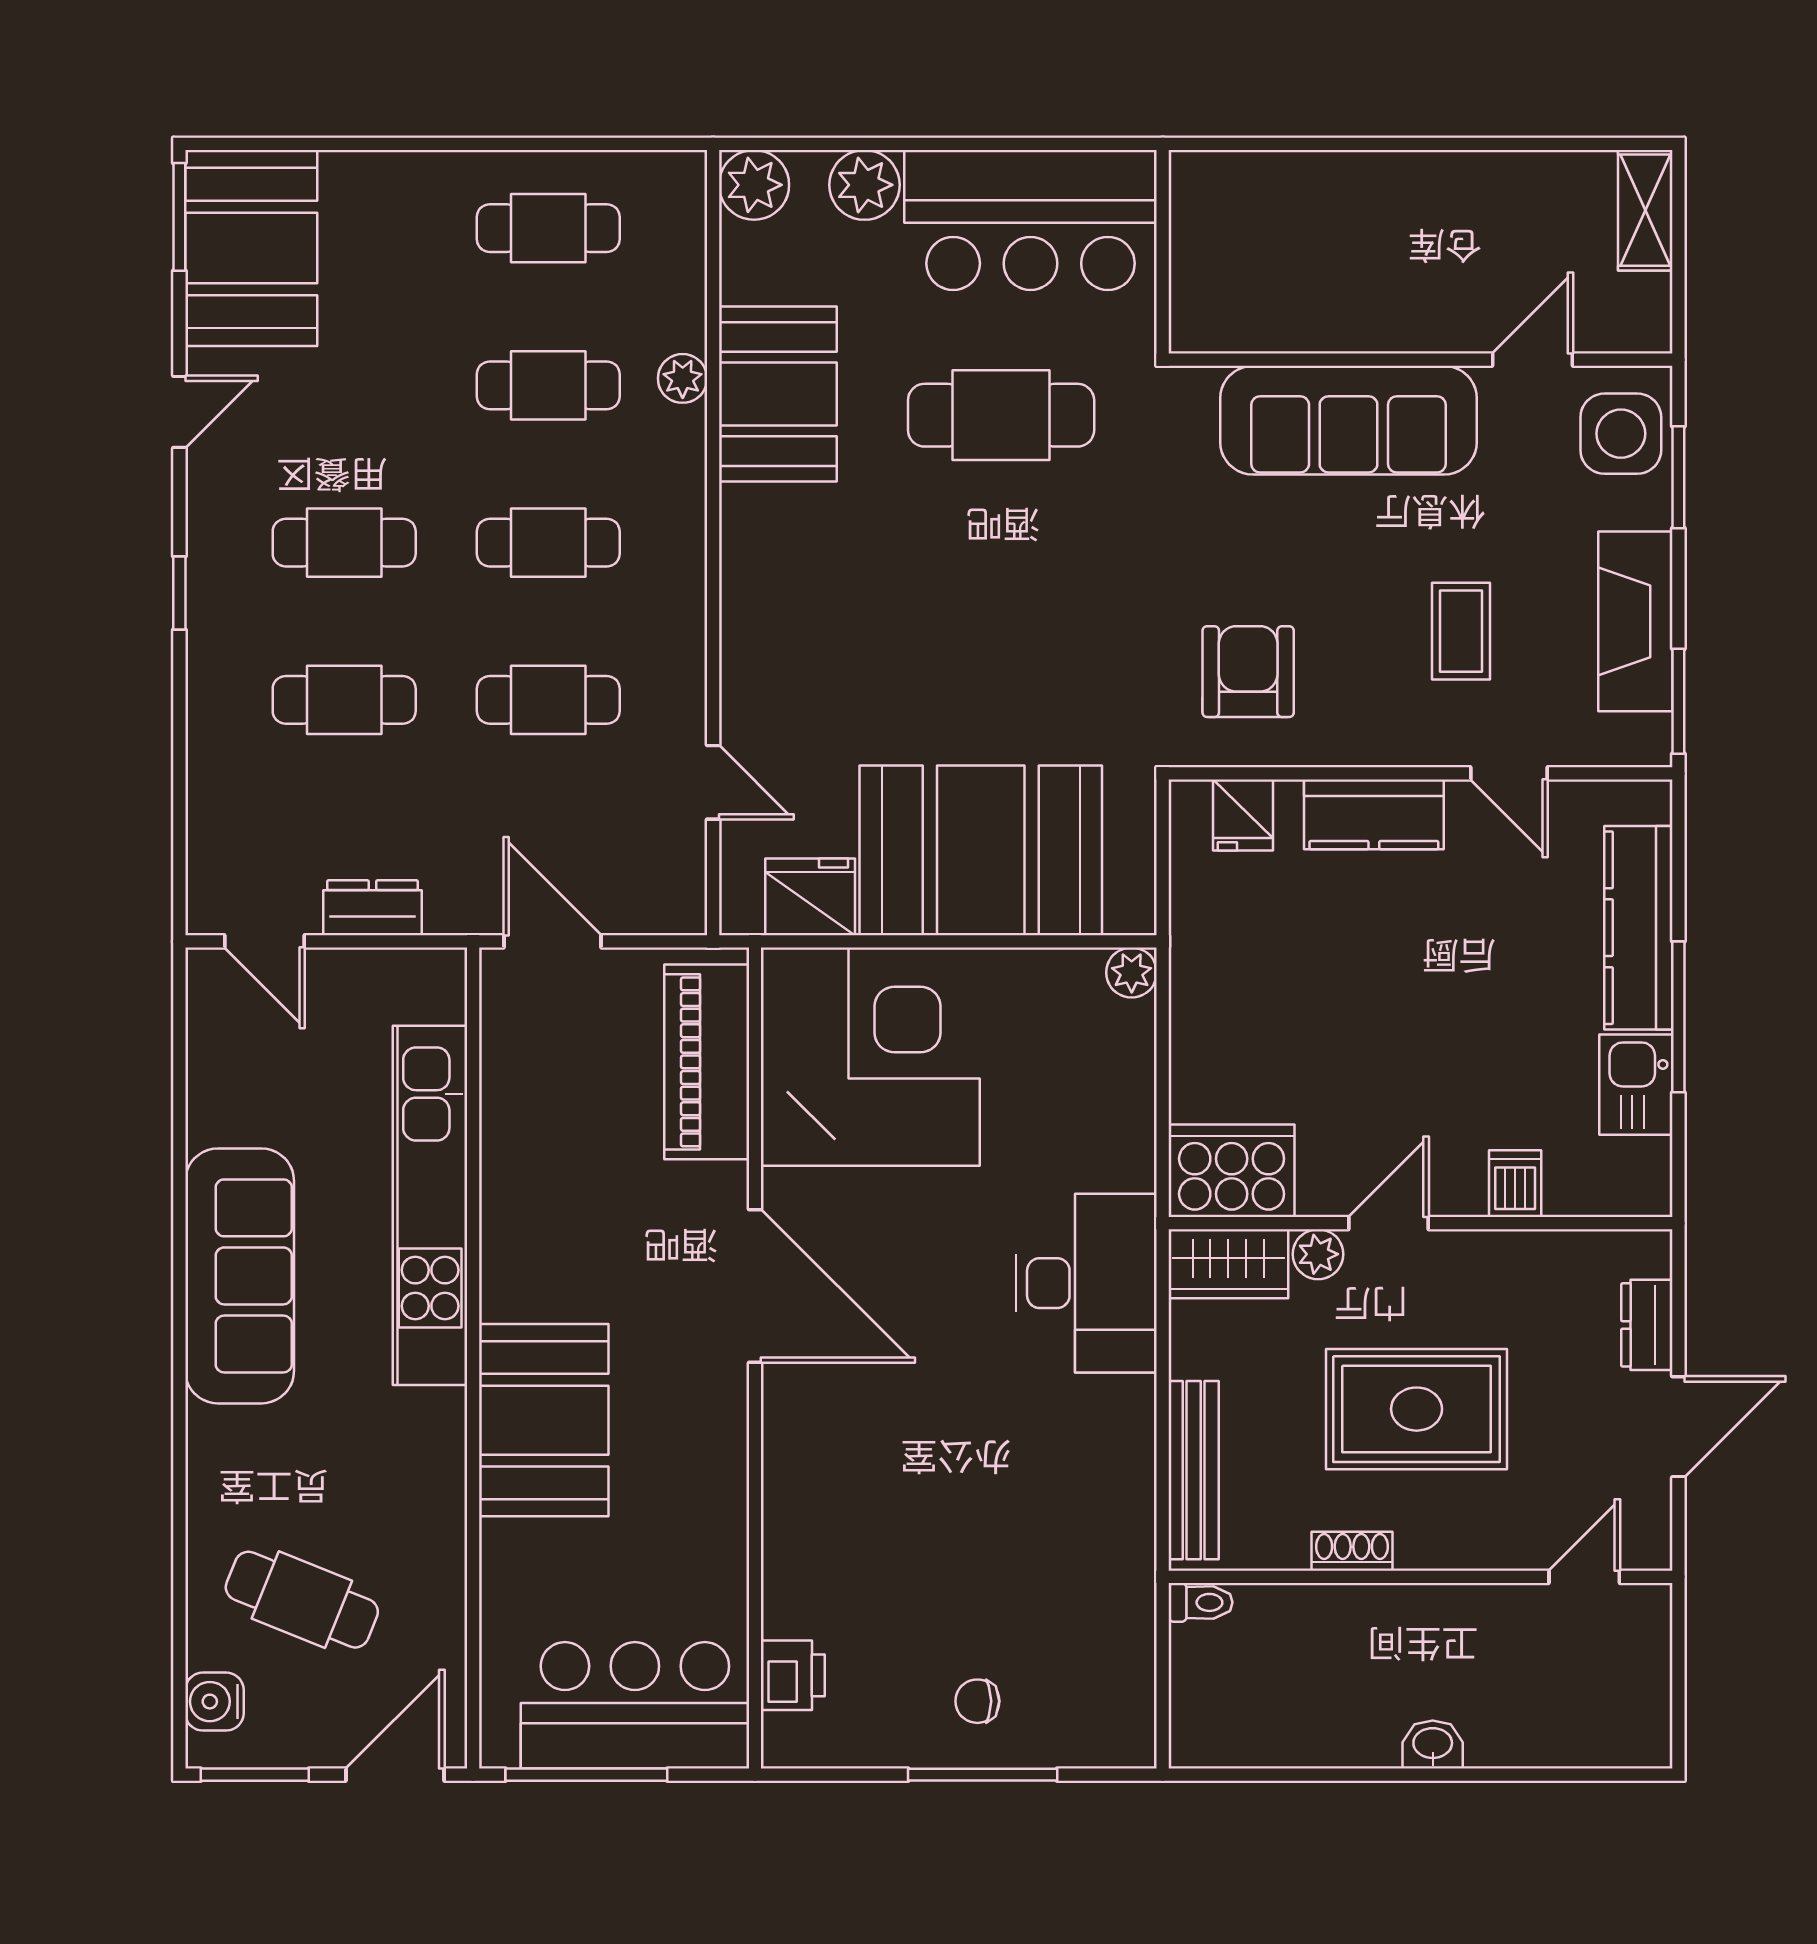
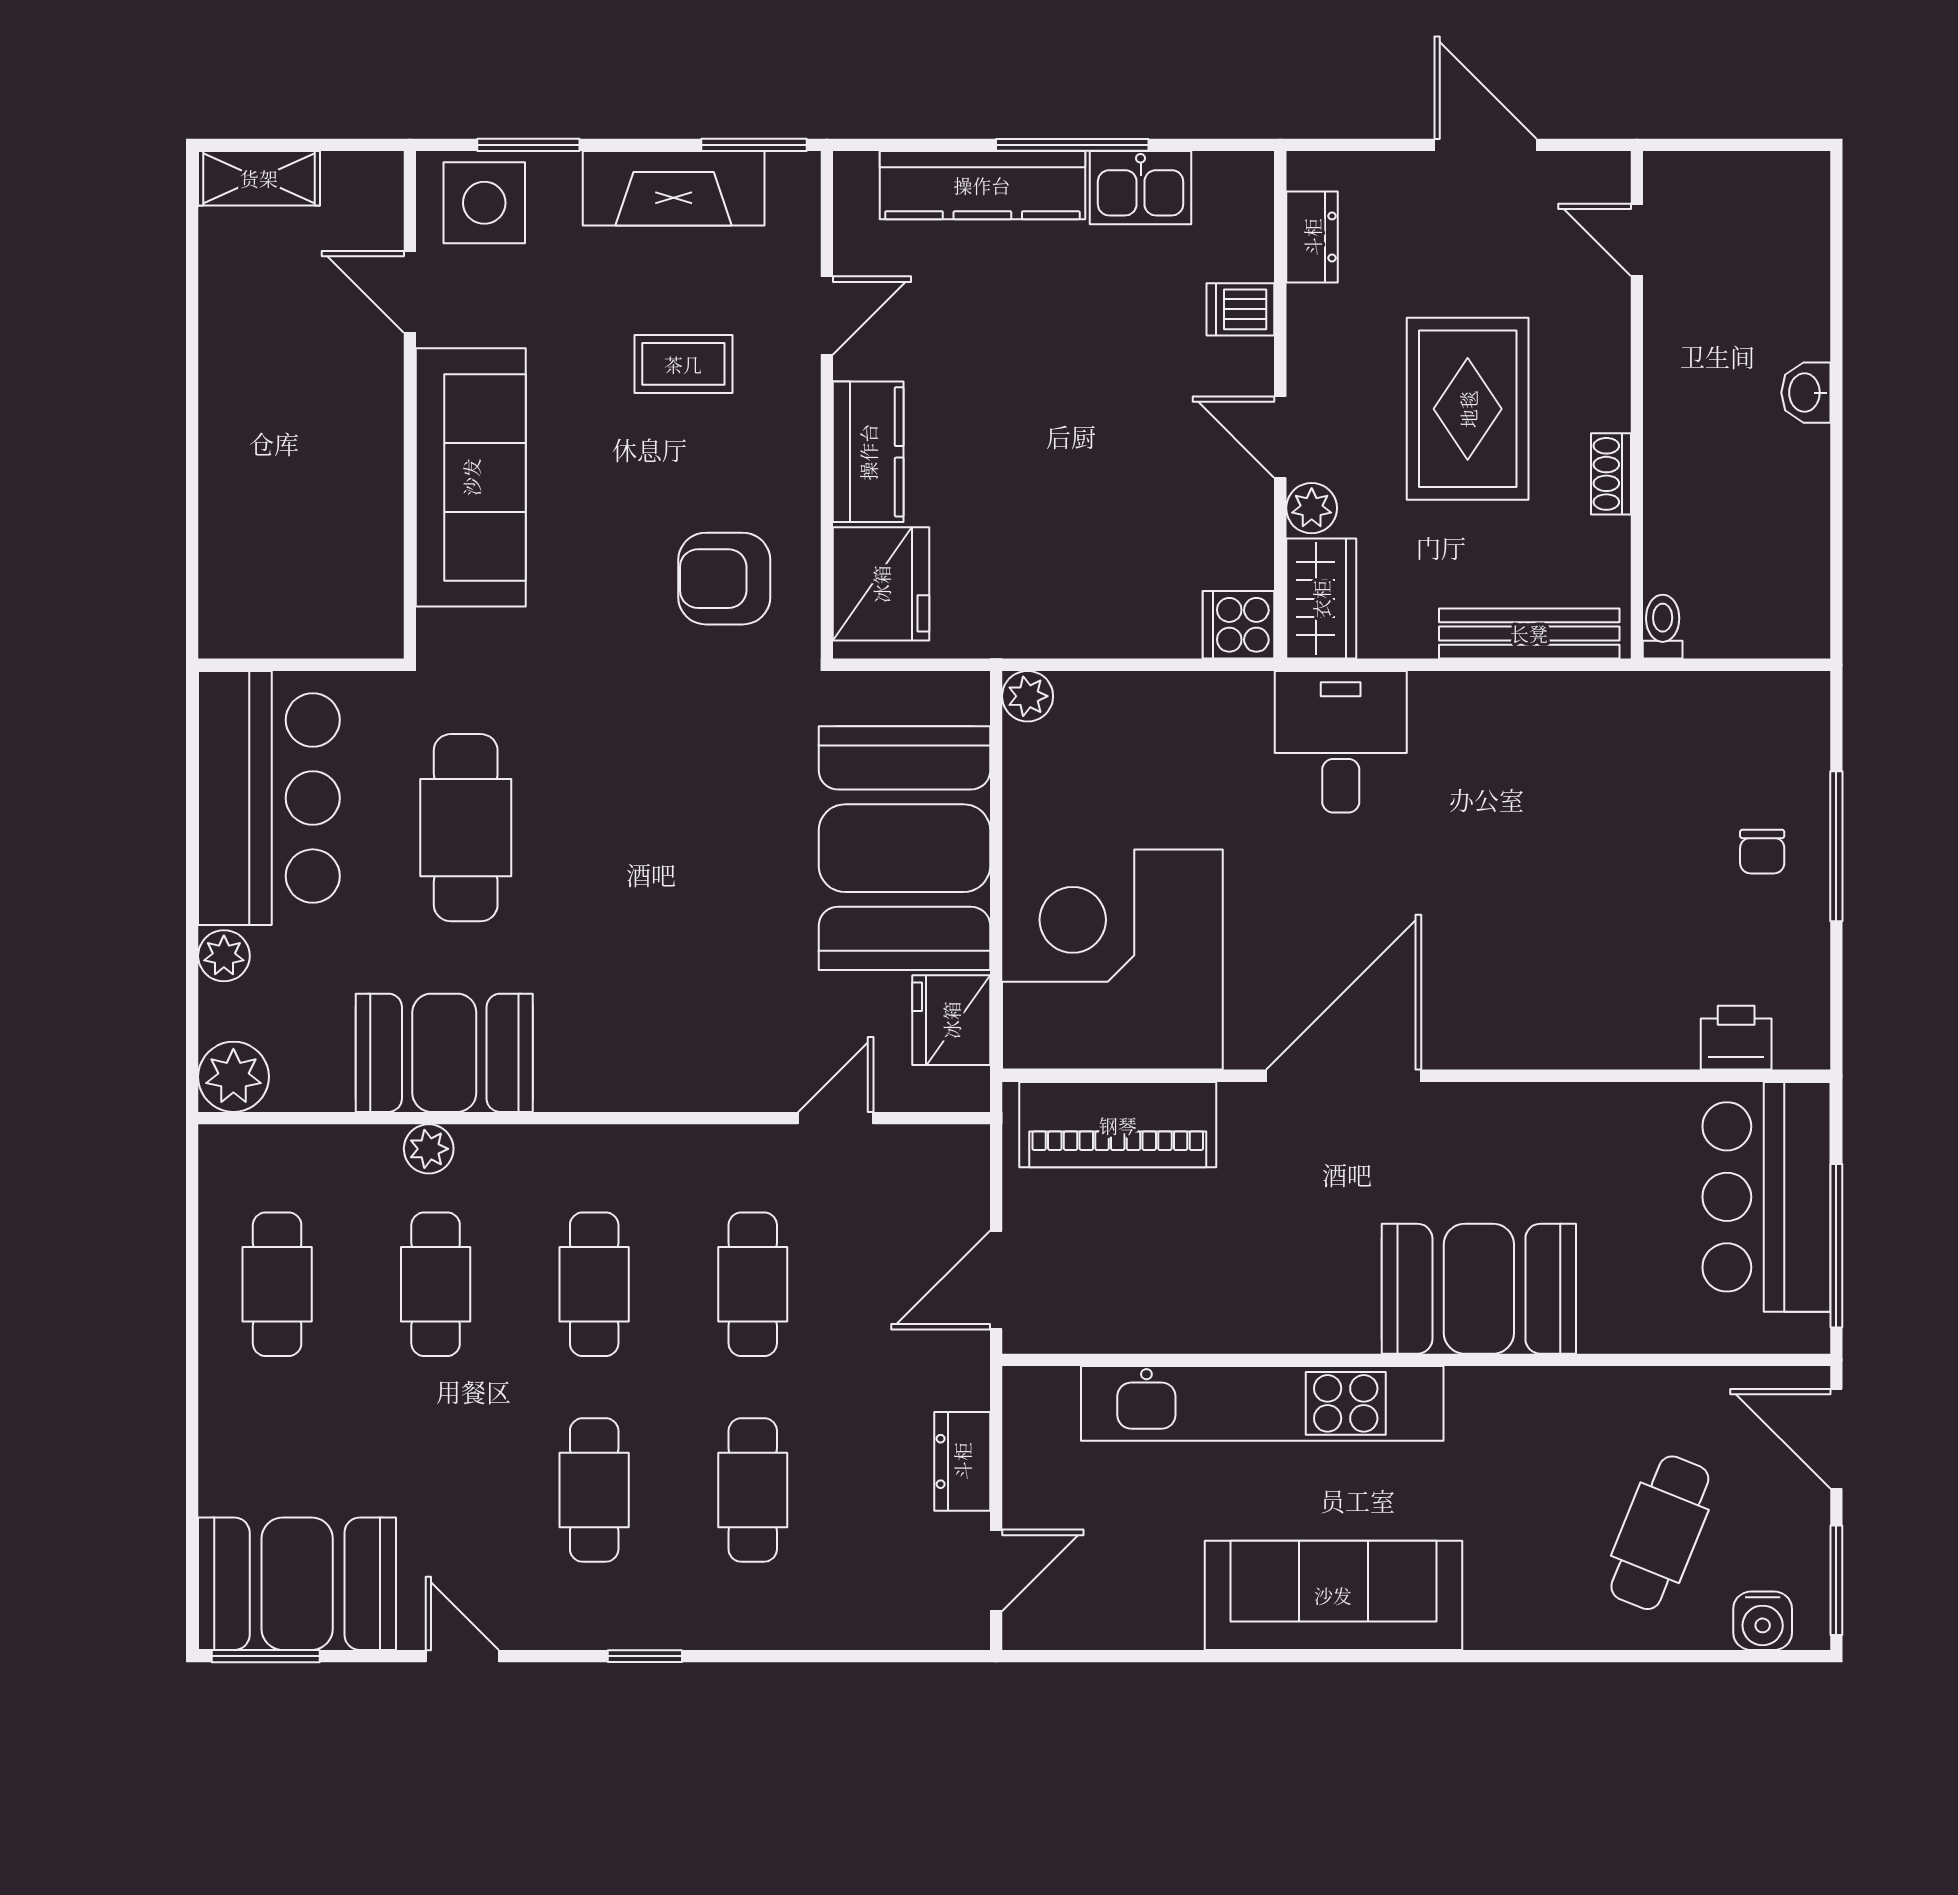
plant: (864, 185) -> (224, 956), width x0.73, depth x0.73
fridge: (1243, 815) -> (881, 584), width x1.88, depth x1.34
cooker: (1232, 1171) -> (1239, 625), width x0.53, depth x0.76
desk: (1086, 1283) -> (1341, 742), width x0.73
dresser: (1647, 1325) -> (1312, 237), moved, turned -90

